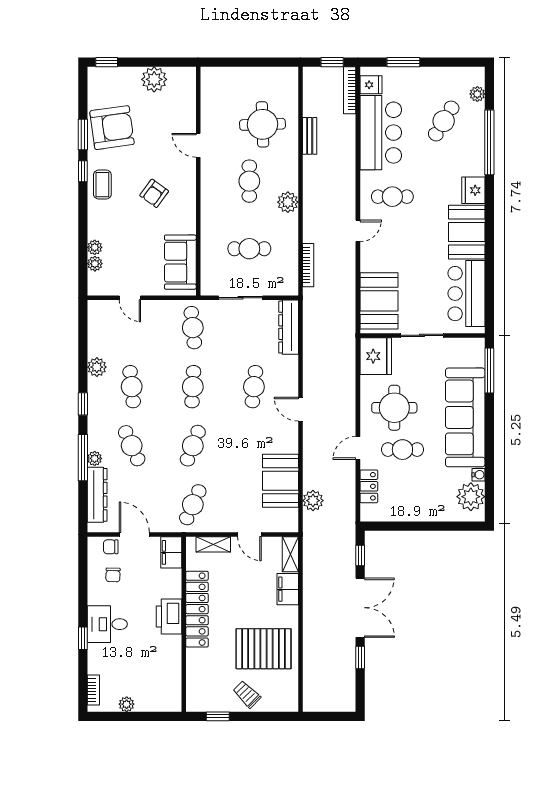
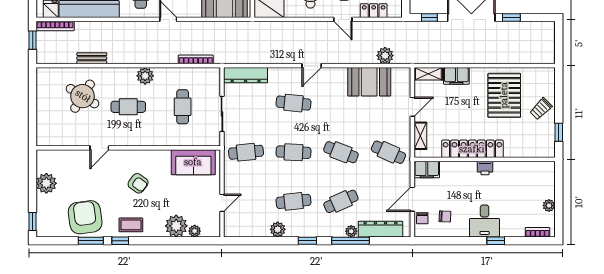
round table: (262, 124) -> (83, 96), turned 34
plant: (95, 247) -> (176, 226), width x1.88, depth x1.88
printer: (169, 617) -> (485, 168), width x0.53, depth x0.68

